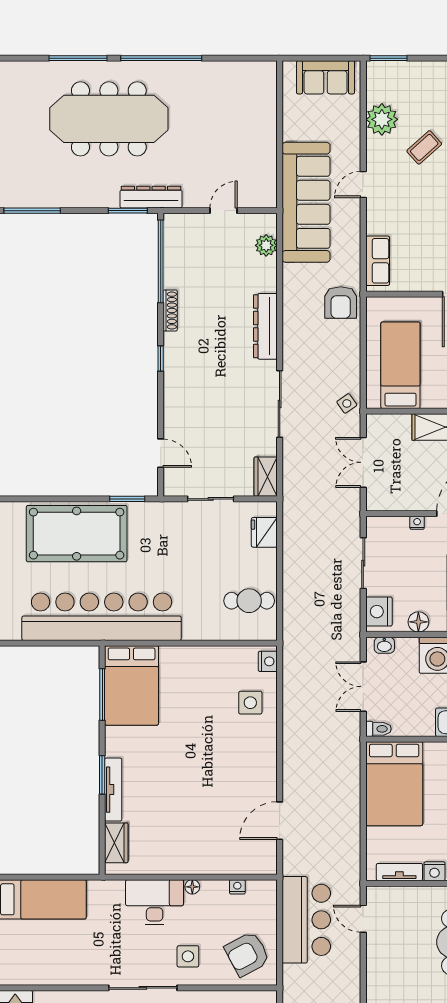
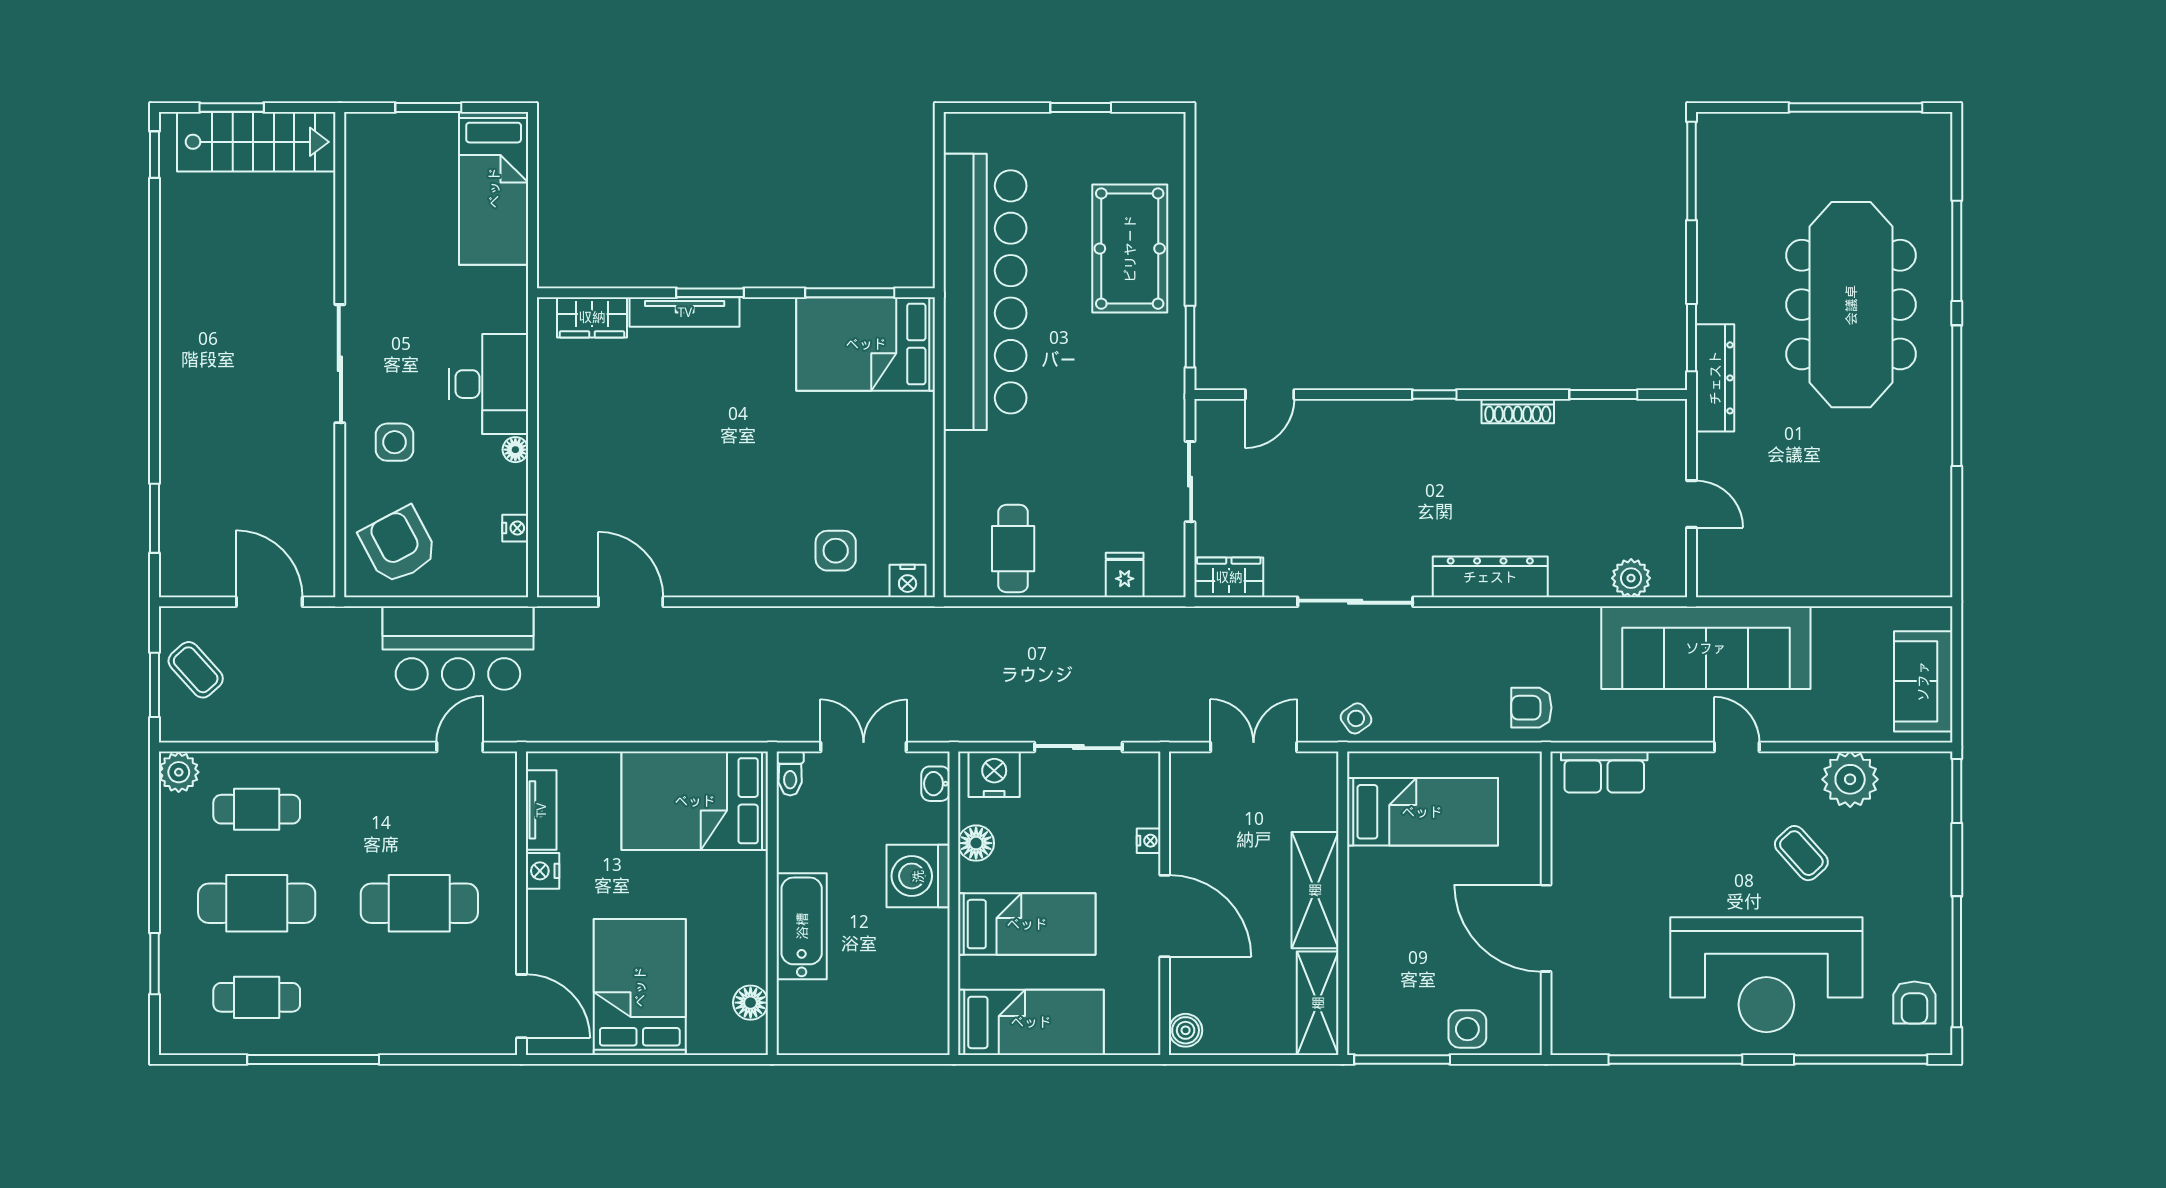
window: (161, 261) -> (1603, 395), width x0.47
armchair: (341, 303) -> (1531, 708), width x0.72, depth x0.72
fridge: (264, 532) -> (1125, 575), width x0.72
pool table: (77, 534) -> (1130, 249), width x0.73, depth x0.76

